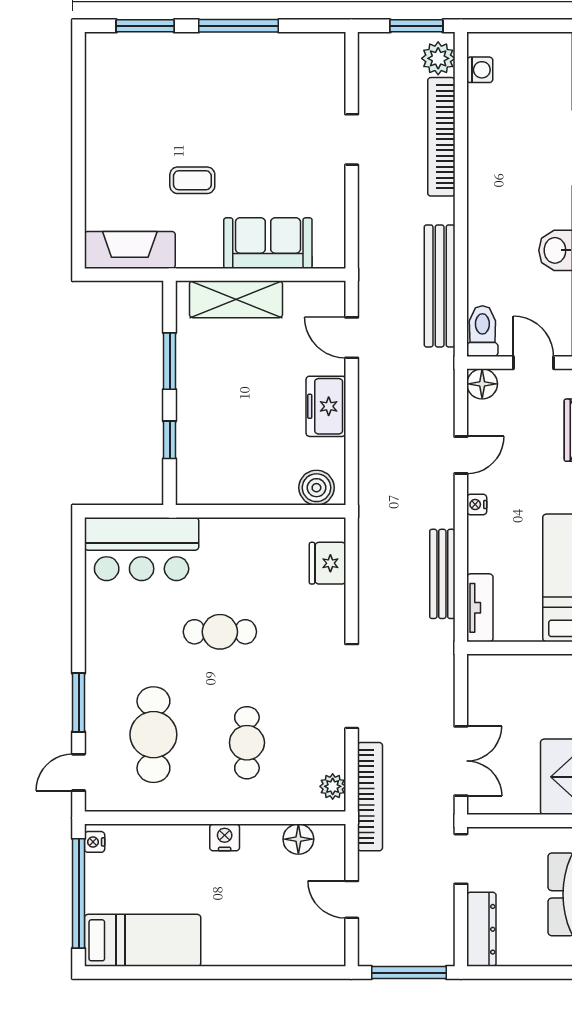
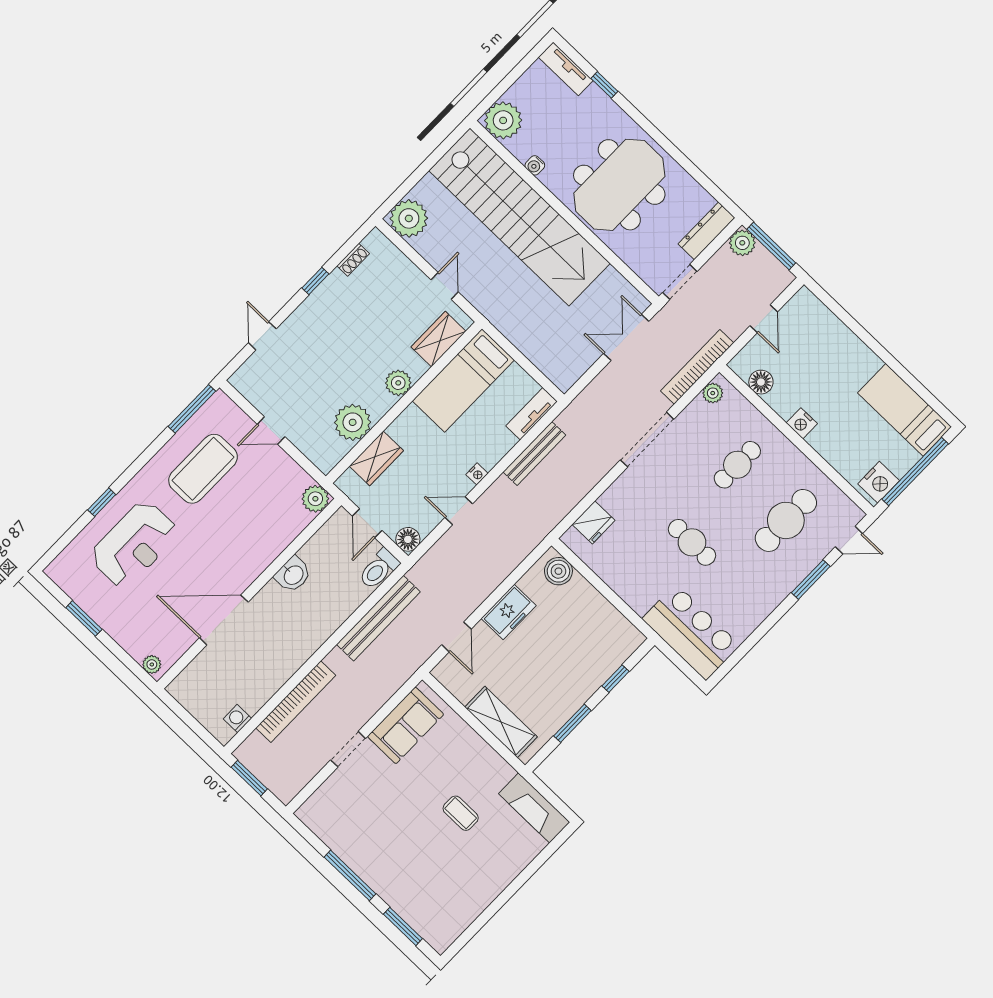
plant: (438, 58) -> (742, 243), moved
sofa: (268, 243) -> (406, 725), moved, turned -90
nightstand: (95, 842) -> (879, 482), width x1.89, depth x1.79

